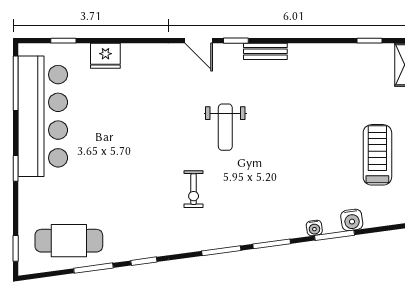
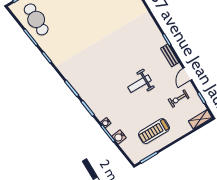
door: (199, 41) -> (187, 74), moved
weight bench: (225, 127) -> (139, 84), moved
treadmill: (377, 155) -> (154, 131), turned 180
exercise bike: (194, 189) -> (179, 99), moved

